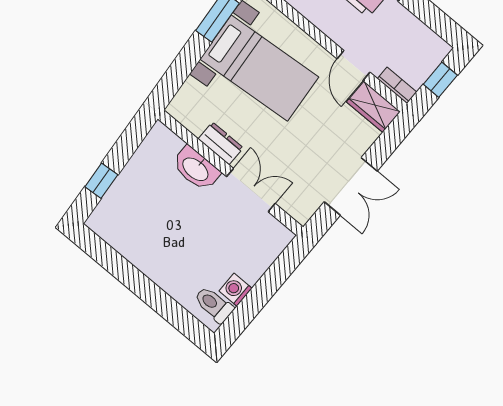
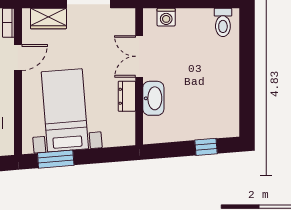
wardrobe: (373, 107) -> (48, 19), moved, turned 90
washing machine: (236, 290) -> (166, 17), moved

